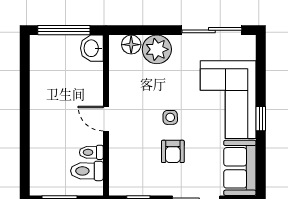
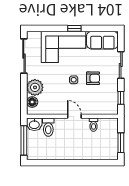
door: (106, 119) -> (74, 116), swing flipped
toilet: (87, 171) -> (48, 127), moved

